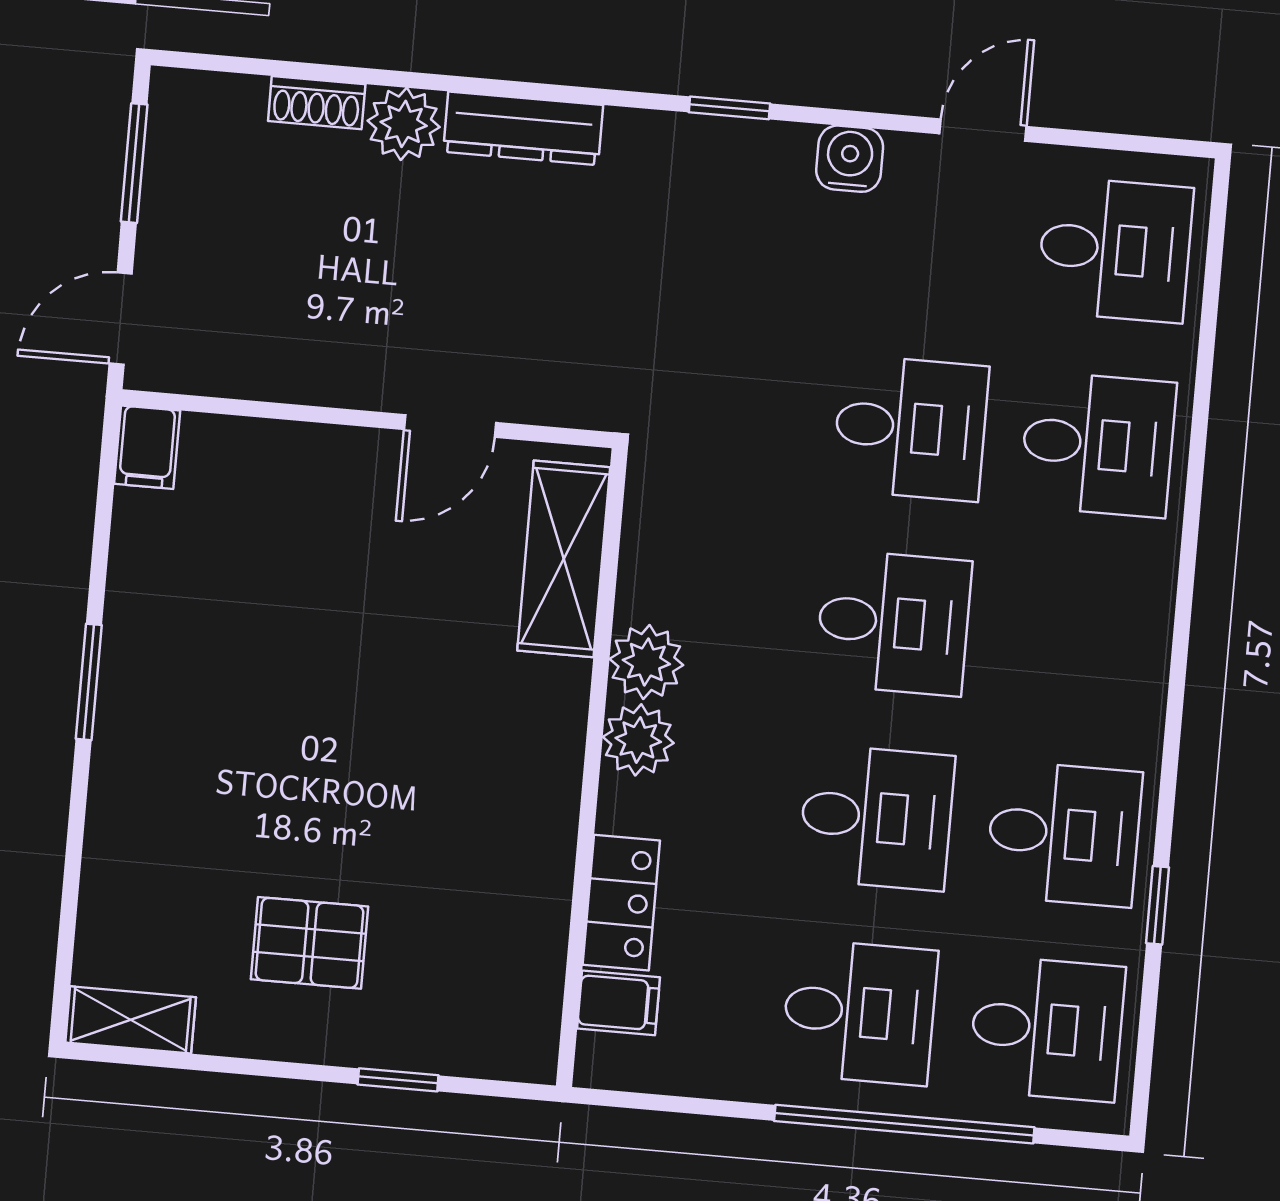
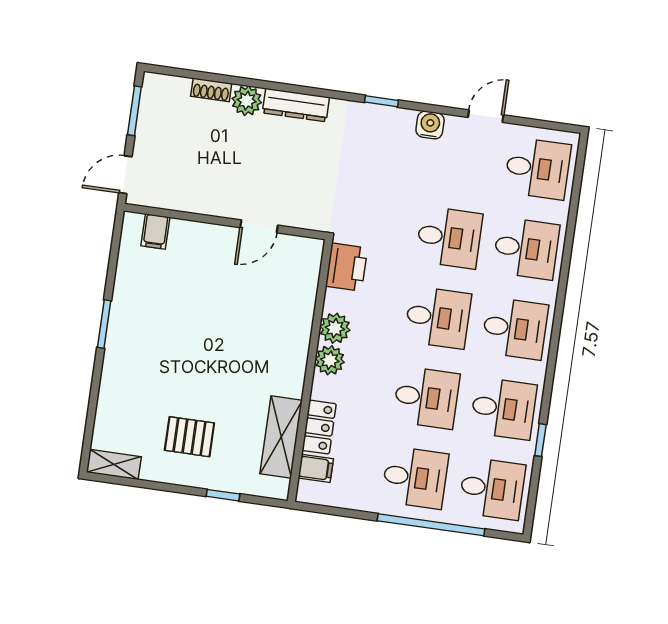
filing cabinet: (147, 447) -> (155, 231), moved
printer: (666, 513) -> (346, 267), added
shelving: (564, 559) -> (281, 437), moved
desk: (1081, 639) -> (515, 328), added

